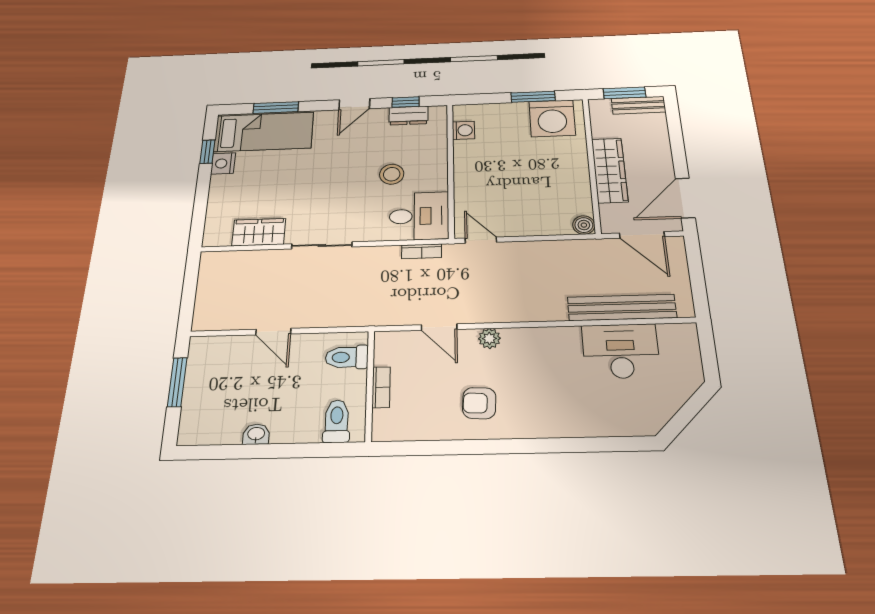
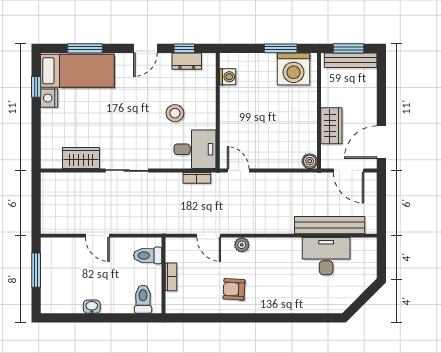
bench: (639, 105) -> (351, 60), width x1.36
wardrobe: (610, 170) -> (331, 126), width x0.67

